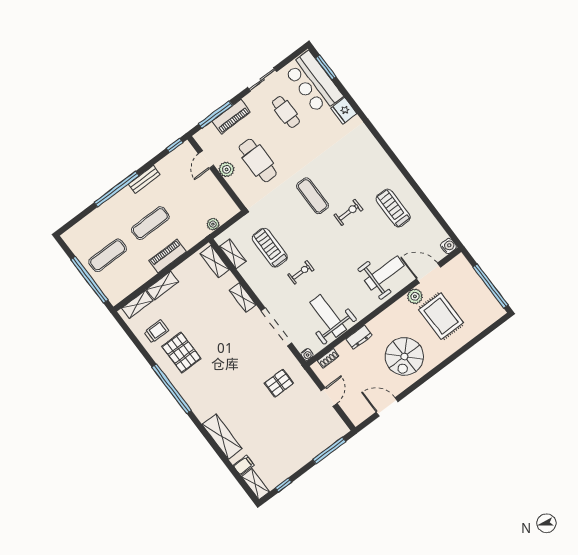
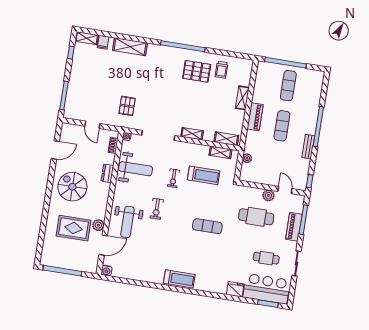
treadmill: (393, 208) -> (179, 279), moved
exercise bike: (348, 212) -> (157, 209), moved
shelving: (137, 304) -> (246, 74), removed

